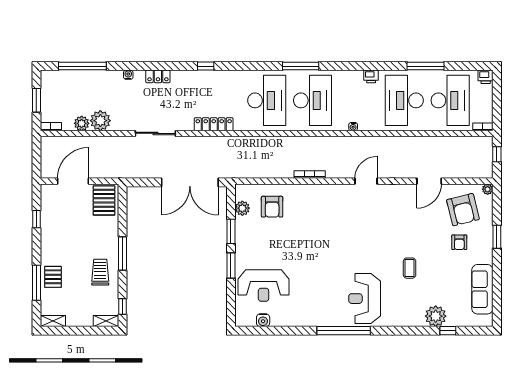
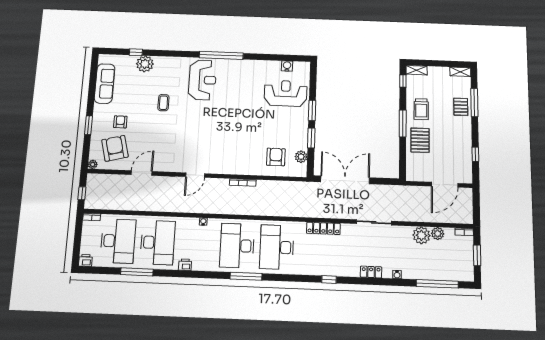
desk: (450, 100) -> (118, 241), turned 180
pallet: (104, 200) -> (420, 140), moved

